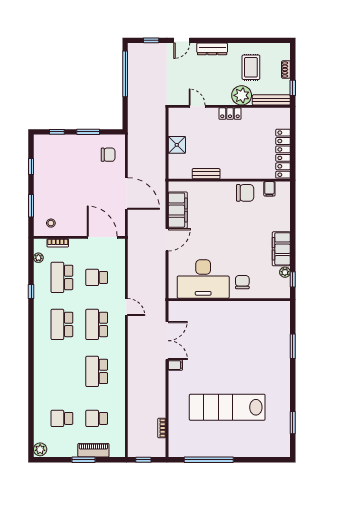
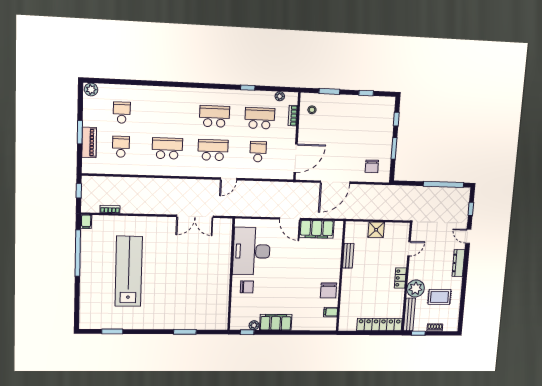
locker: (283, 154) -> (380, 325), moved
filing cabinet: (175, 365) -> (86, 222), moved

